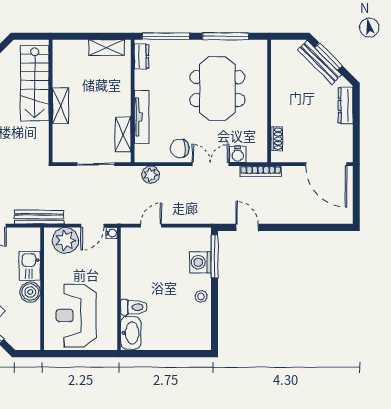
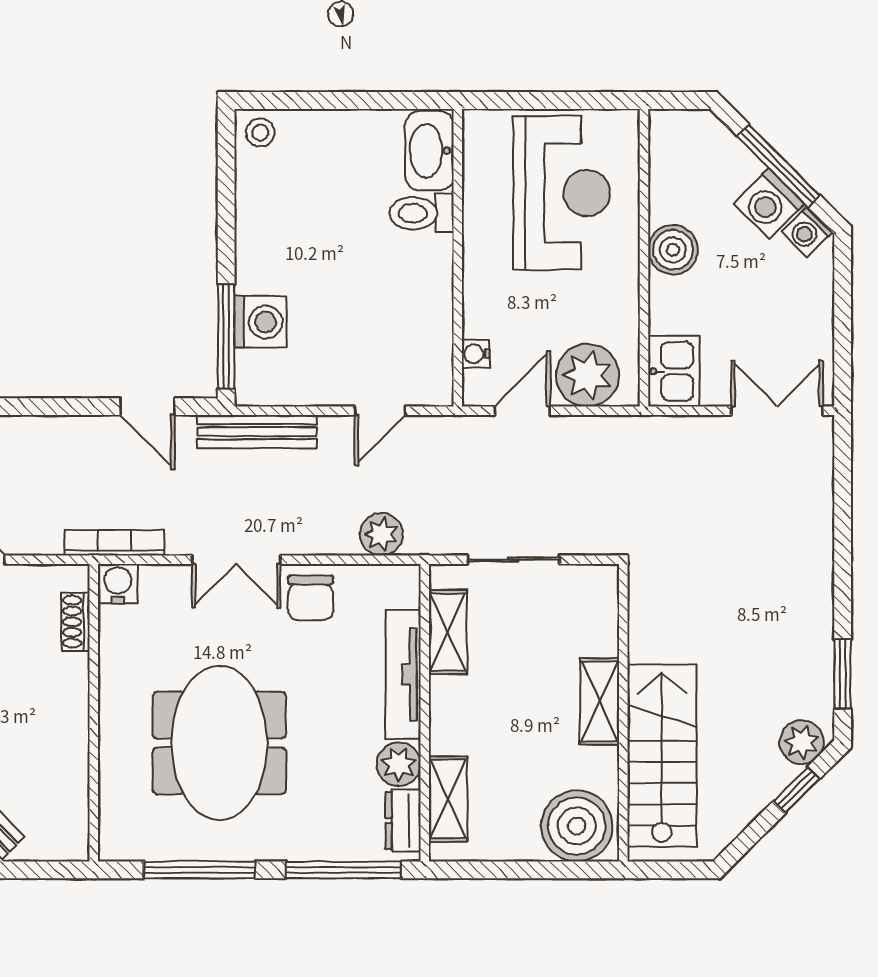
shelving: (106, 48) -> (448, 799), moved, turned 90
boiler: (70, 54) -> (577, 826), added
plant: (143, 80) -> (399, 764), added
chair: (180, 148) -> (311, 598), turned 90
water cooler: (238, 154) -> (118, 584), moved
bench: (39, 217) -> (257, 432), moved
water cooler: (112, 233) -> (476, 354), moved
kitchen sink: (30, 266) -> (674, 371), moved
stool: (201, 296) -> (260, 133), moved

